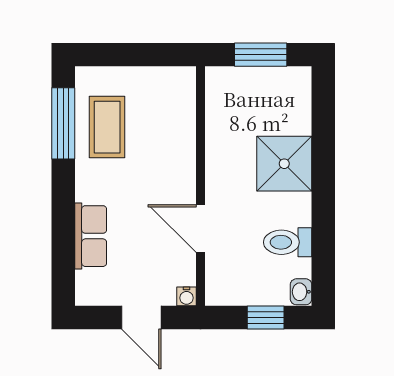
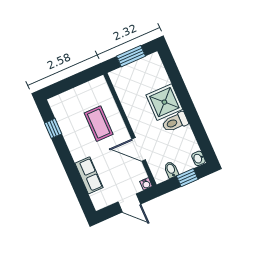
window: (63, 123) -> (53, 128), width x0.46
coffee table: (107, 127) -> (99, 124), moved
toilet: (288, 242) -> (175, 122), moved
bidet: (243, 291) -> (171, 170), added

